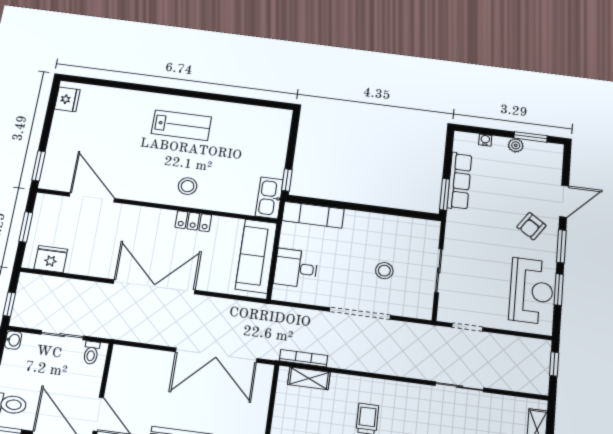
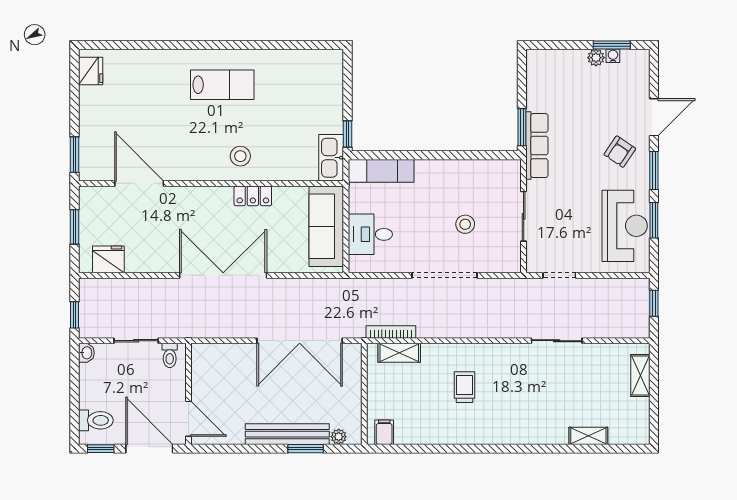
water cooler: (485, 140) -> (613, 56), moved
row of seats: (459, 181) -> (537, 146), moved

